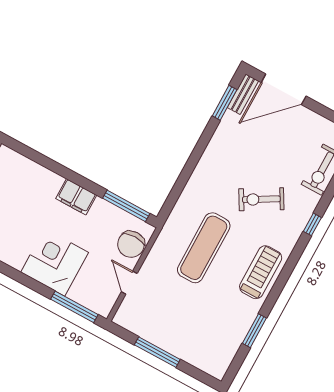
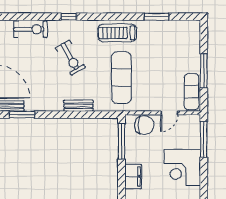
bench: (198, 177) -> (78, 106), added
exercise mat: (204, 248) -> (121, 78), turned 90
exercise mat: (140, 324) -> (192, 92), added

